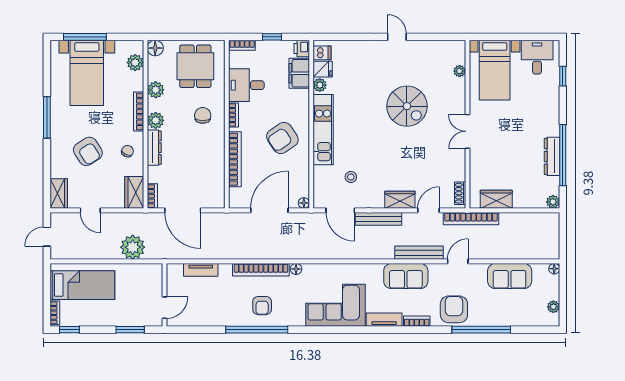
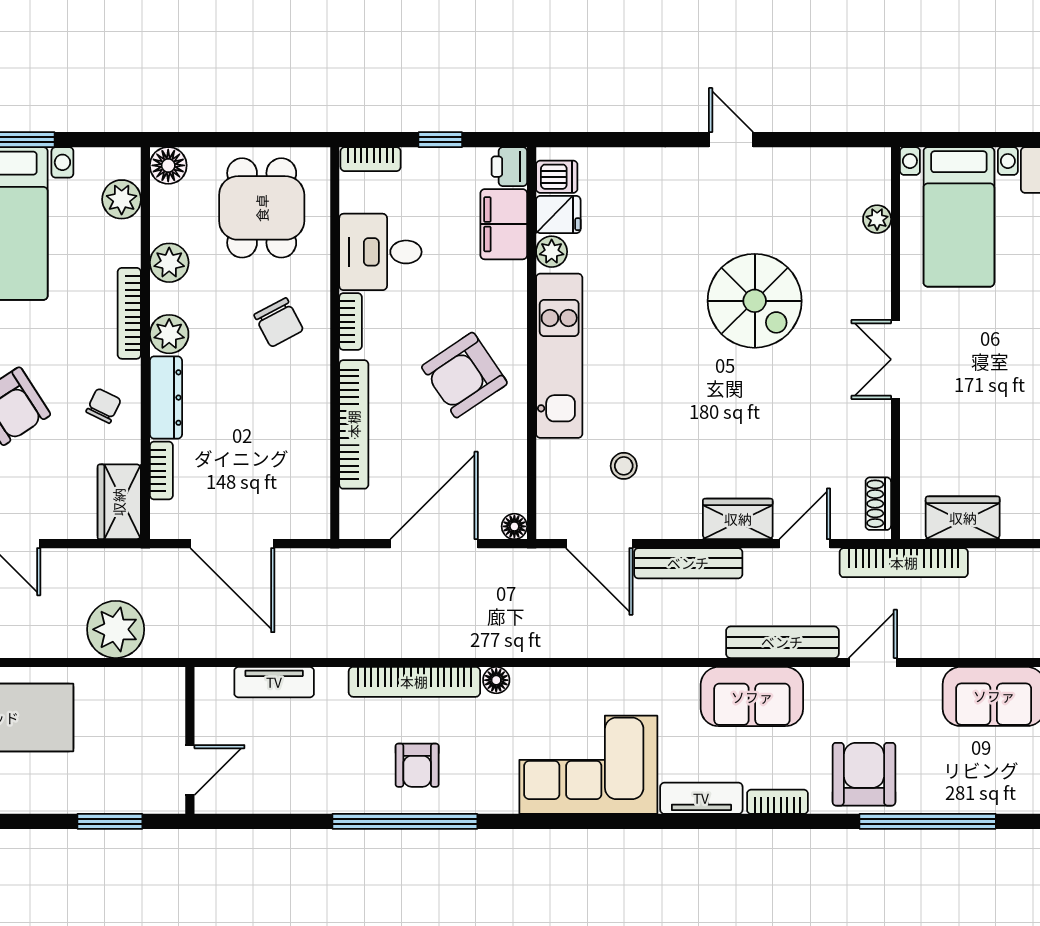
chair: (203, 115) -> (279, 322), turned 152
bookcase: (152, 196) -> (161, 471), moved

